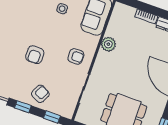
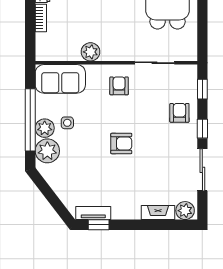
armchair: (35, 55) -> (121, 143), moved
armchair: (40, 94) -> (179, 113), turned 64

